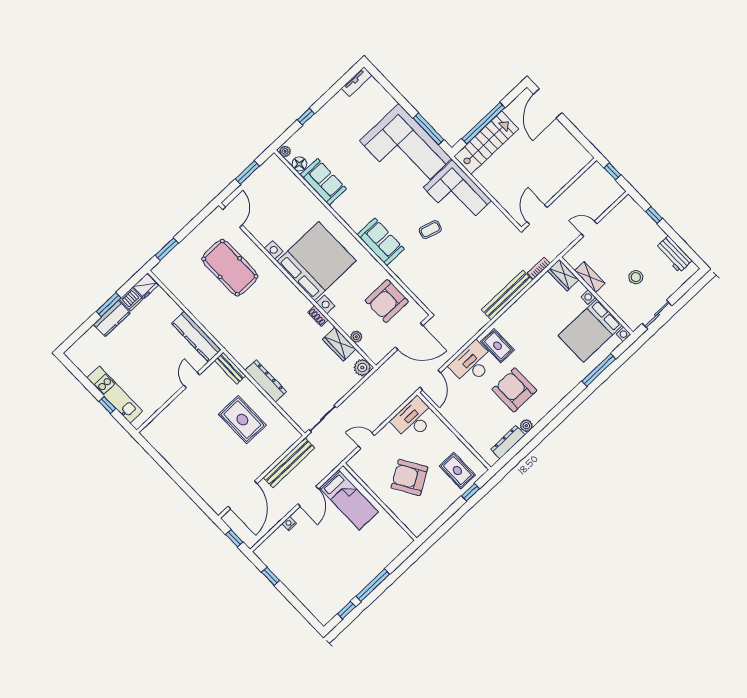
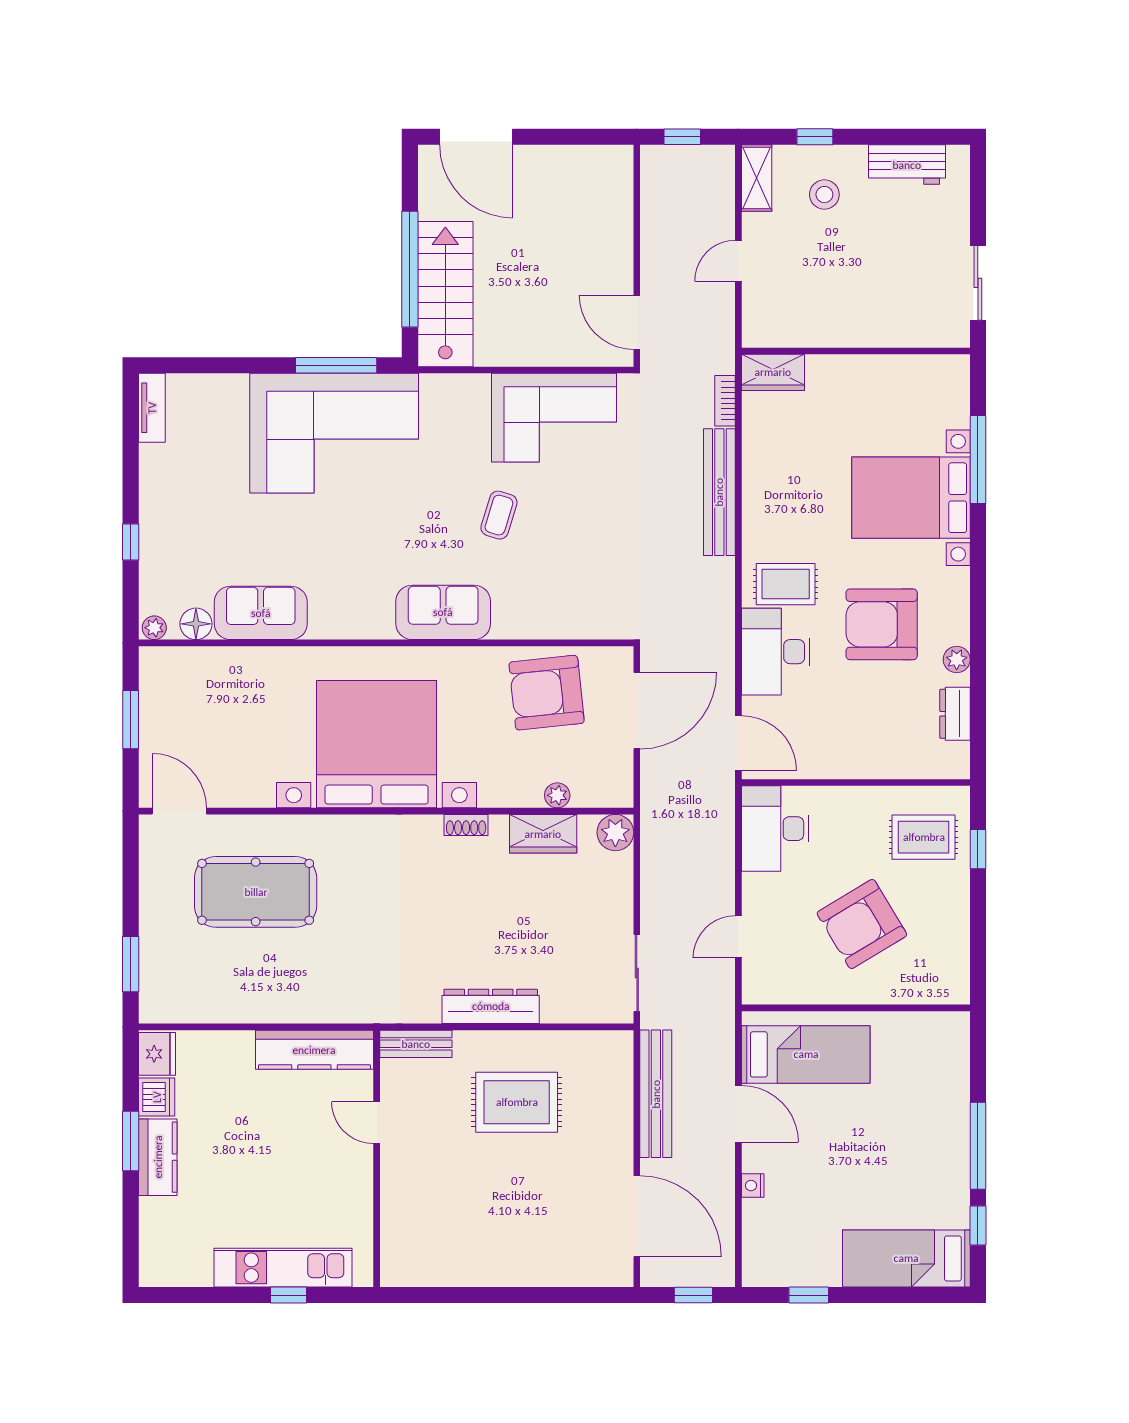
corner sofa: (457, 194) -> (554, 418), moved
shelving: (590, 277) -> (757, 178), moved, turned 90
stool: (636, 277) -> (824, 195), moved
armchair: (387, 301) -> (547, 693), turned 84
bed with nightstands: (590, 330) -> (911, 498), moved, turned 90
dresser: (508, 442) -> (955, 714), width x0.70
bed: (313, 597) -> (906, 1258), added

